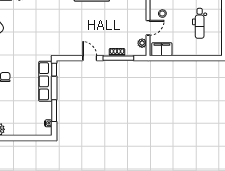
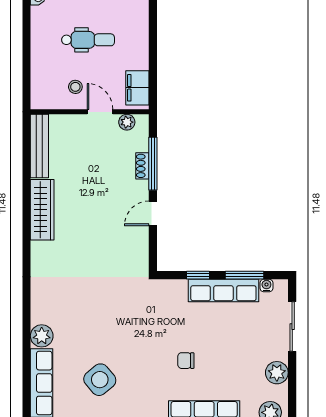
dental chair: (200, 23) -> (88, 40), moved
window: (54, 70) -> (198, 275), moved
row of seats: (45, 81) -> (223, 291), moved
sliding door: (25, 138) -> (292, 327), added

